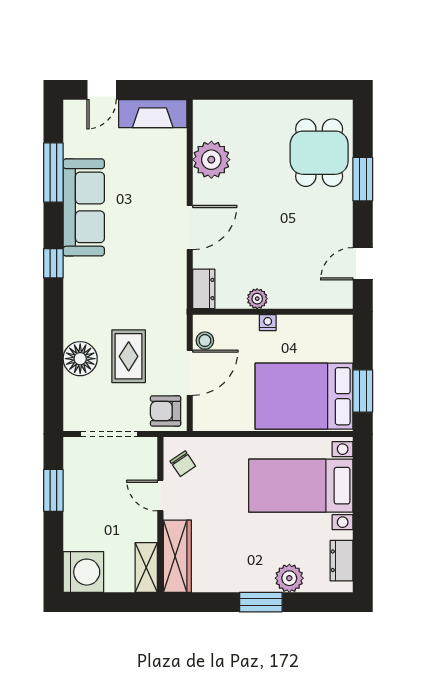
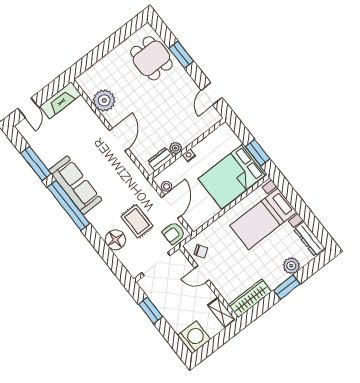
sofa: (84, 207) -> (75, 185), moved
window: (53, 263) -> (69, 205), width x3.17
dresser: (204, 289) -> (161, 159), moved, turned -90
wardrobe: (177, 556) -> (250, 298), moved, turned -90
dresser: (342, 561) -> (309, 239), width x1.44

